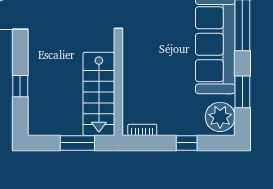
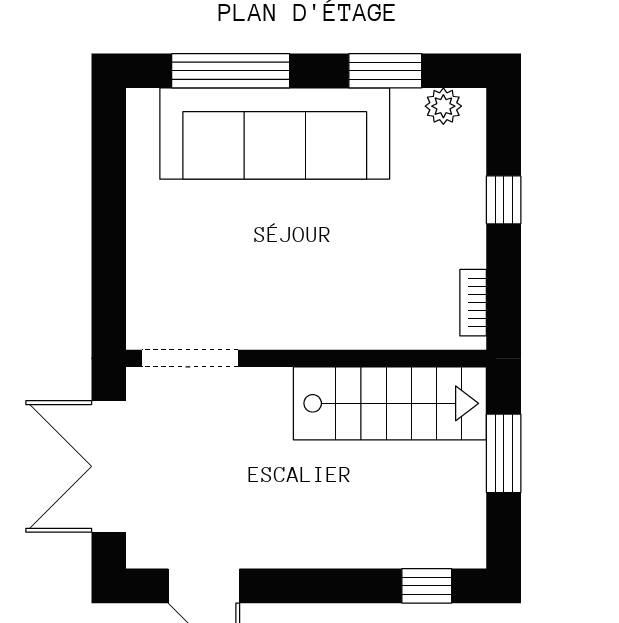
window: (20, 86) -> (427, 586), moved
plant: (220, 117) -> (443, 106), width x0.53, depth x0.53

